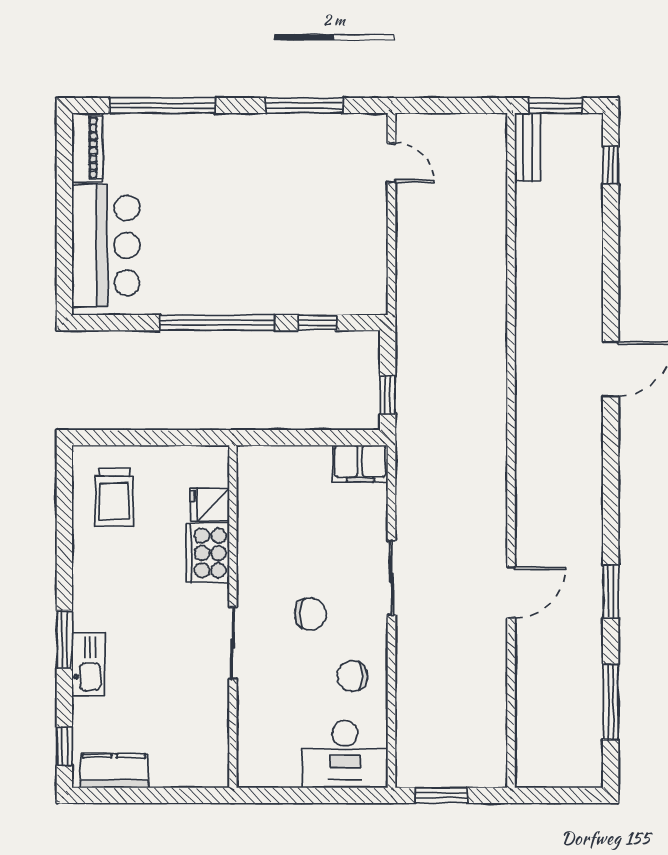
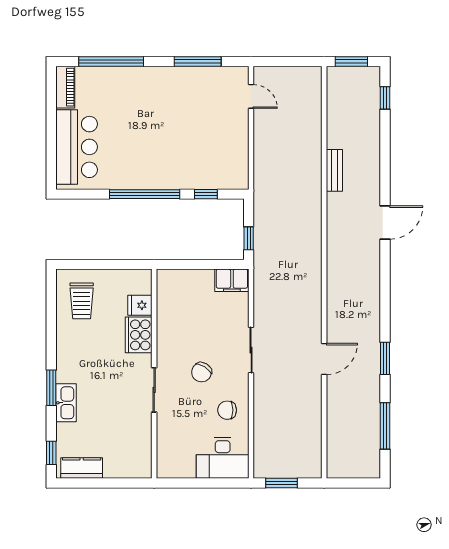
bench: (528, 147) -> (334, 170), moved
chair: (310, 614) -> (202, 372), turned 117

